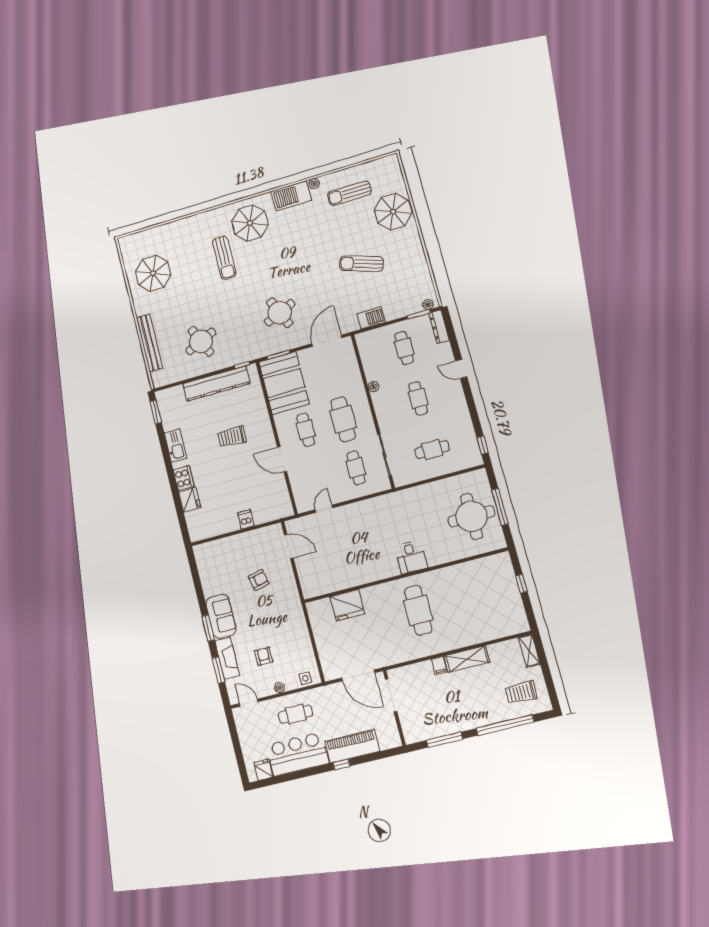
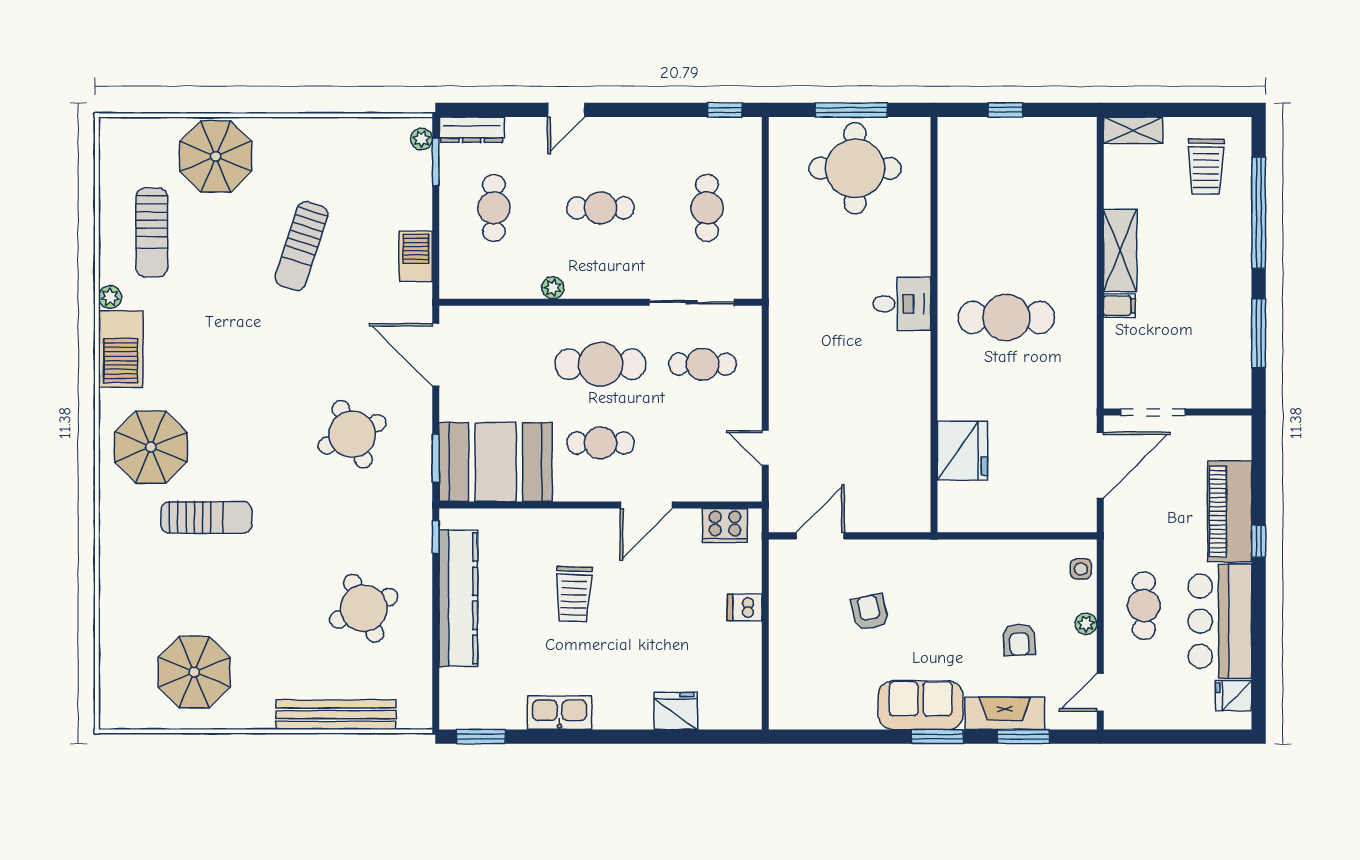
cafe table: (404, 348) -> (494, 208), turned 90
cooker: (184, 478) -> (725, 526), moved, turned 180
armchair: (264, 656) -> (1019, 640), turned -93

